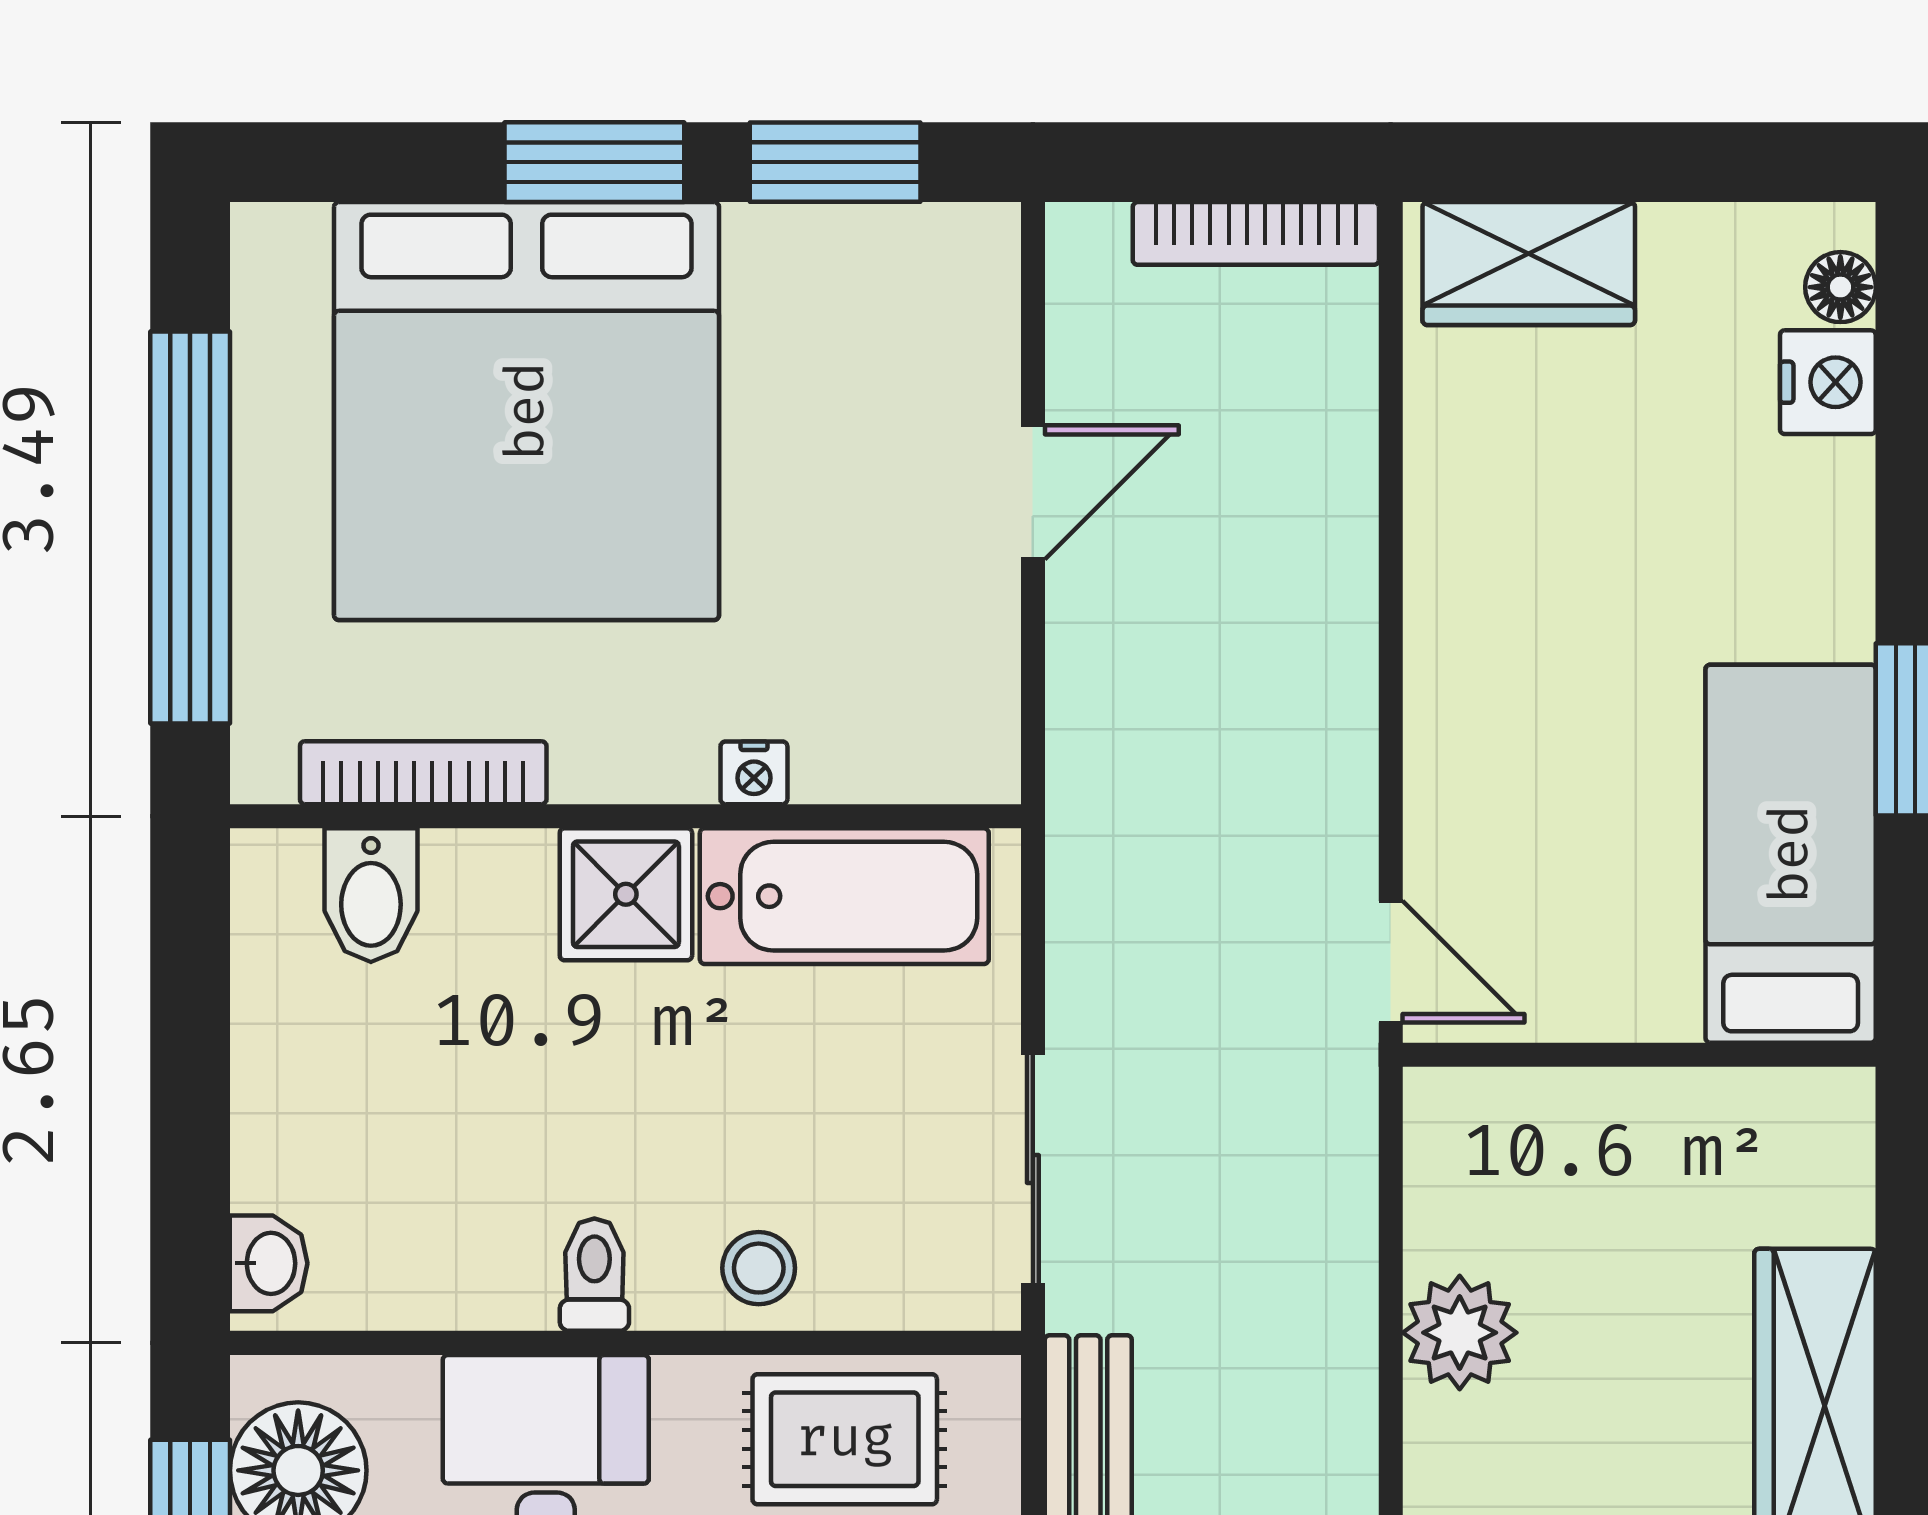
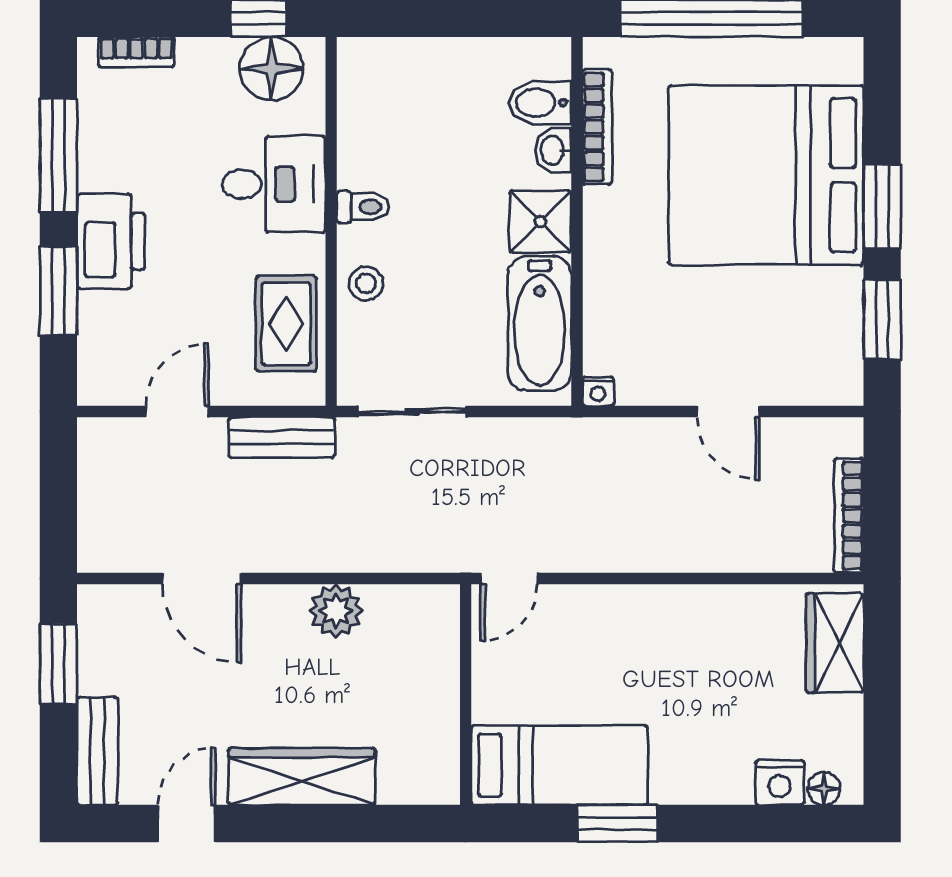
nightstand: (754, 773) -> (598, 391), moved, turned -90
washbasin: (269, 1263) -> (553, 150), moved, turned 90

